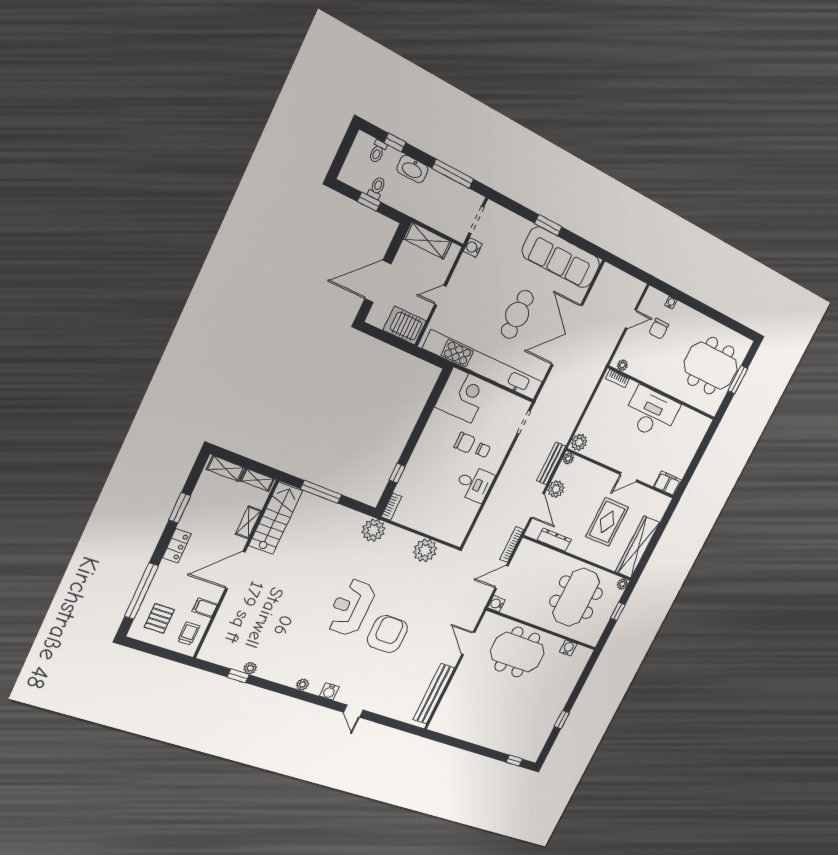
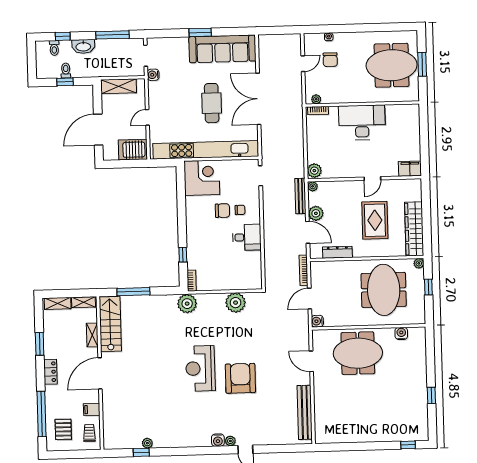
plant: (303, 684) -> (230, 441), moved

